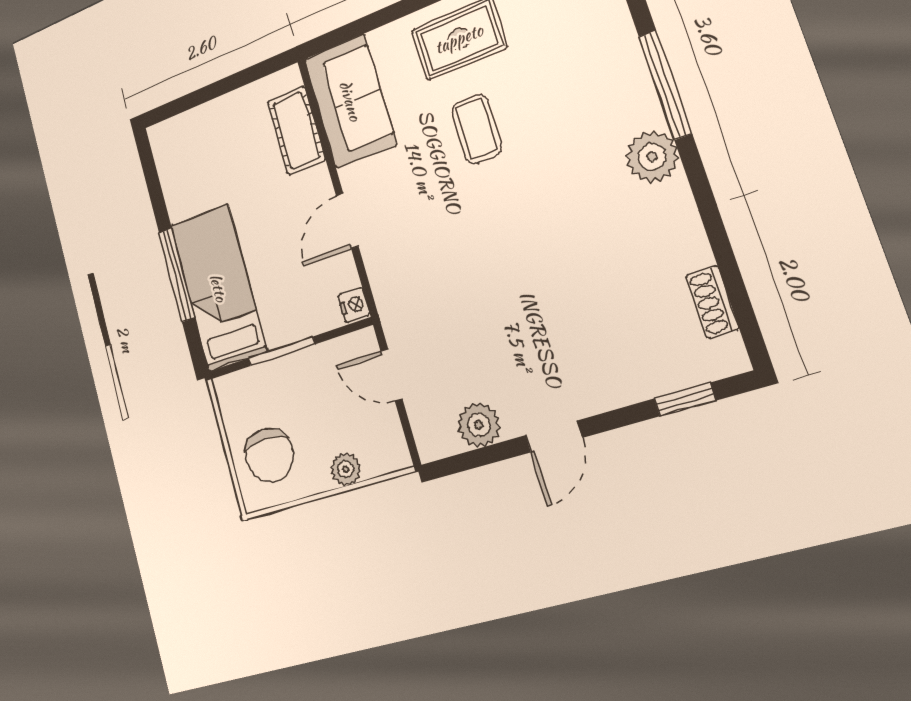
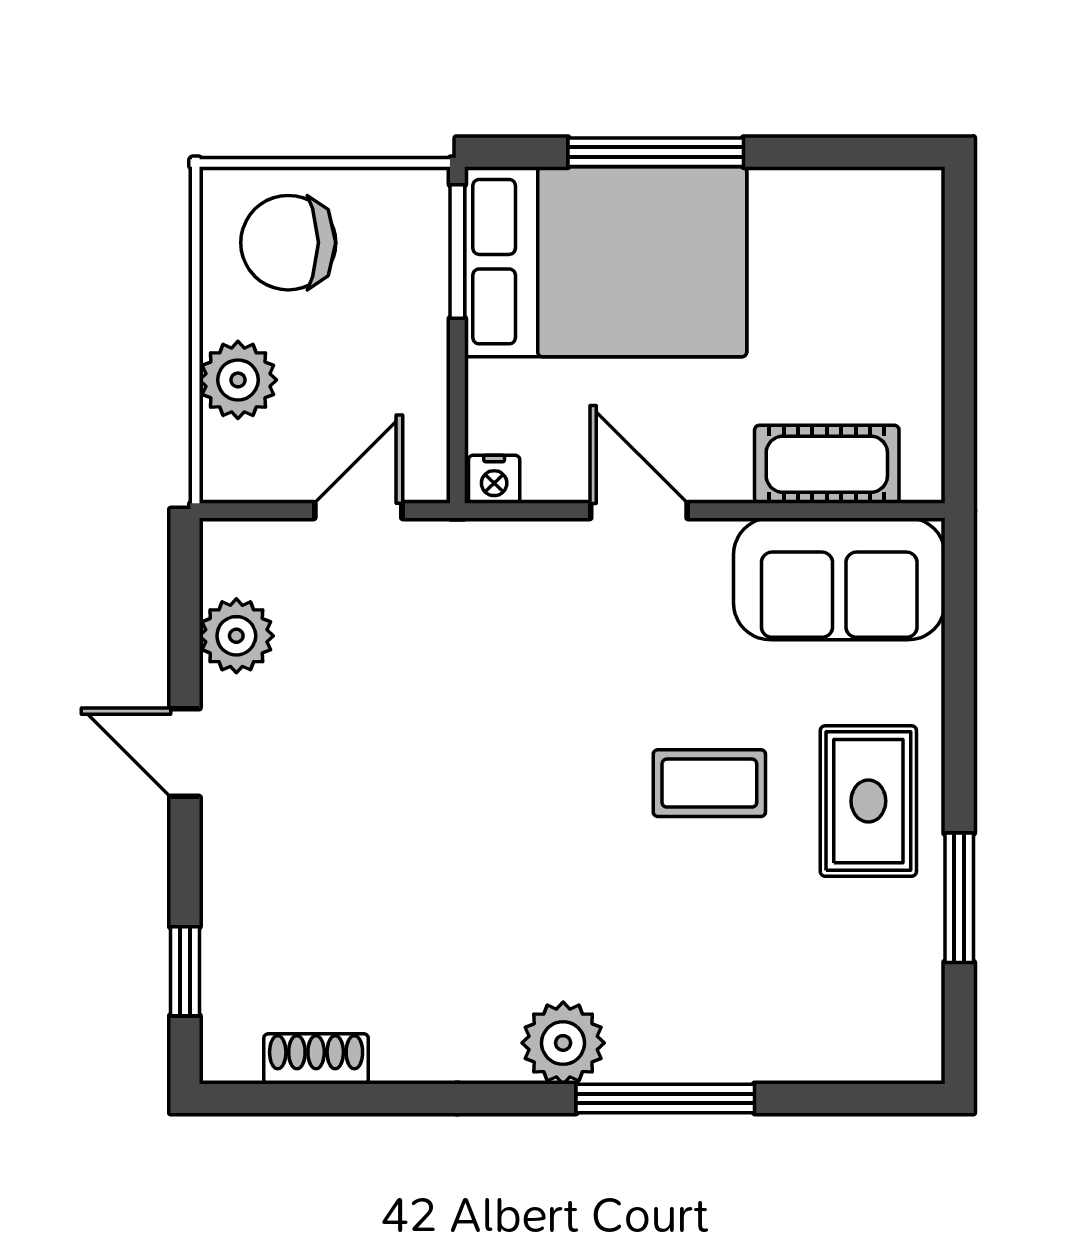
bed: (218, 288) -> (606, 262), width x1.50
window: (281, 351) -> (457, 252), moved
plant: (346, 469) -> (238, 380), width x1.38, depth x1.38

